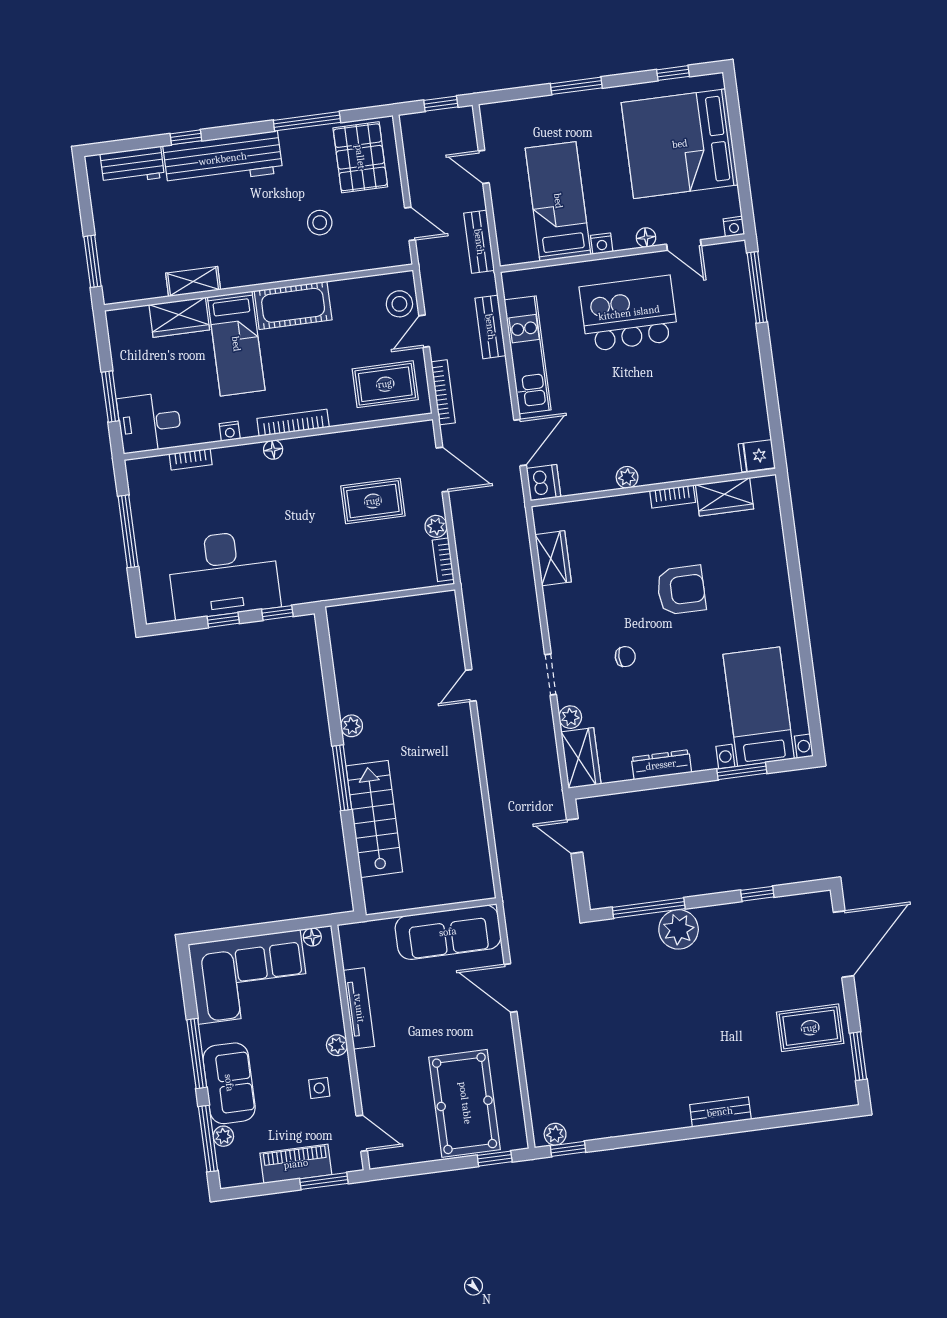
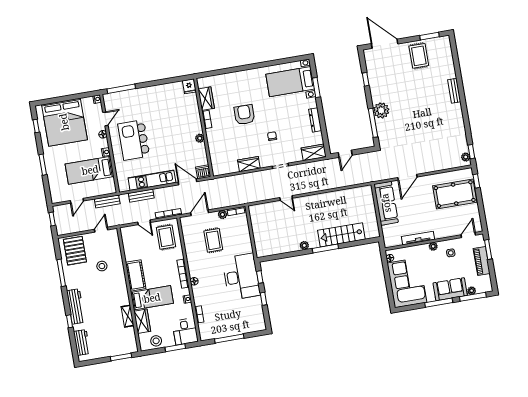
pallet: (360, 157) -> (75, 251), turned 90
workbench: (223, 159) -> (76, 306), width x0.73, depth x0.76
stool: (399, 304) -> (156, 341), moved
wardrobe: (553, 558) -> (249, 164), moved
desk: (223, 574) -> (241, 277), moved
plant: (570, 717) -> (297, 157), removed

